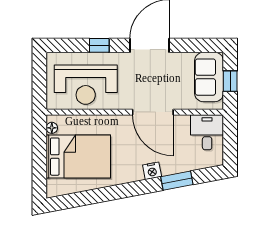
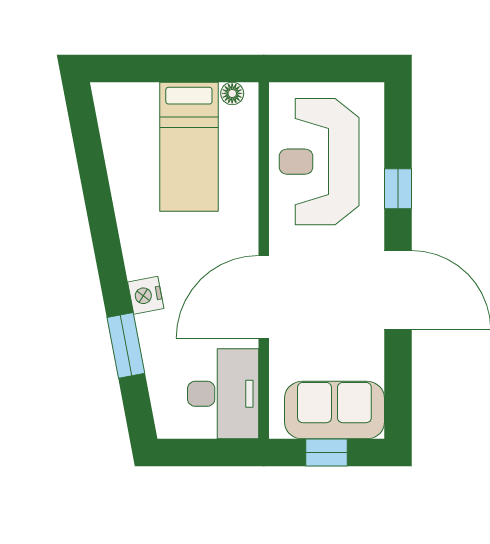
desk: (207, 132) -> (223, 394), width x1.37
bed: (78, 157) -> (189, 147), width x0.67

